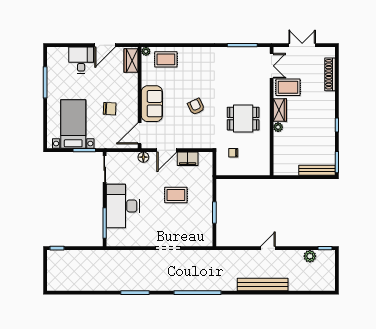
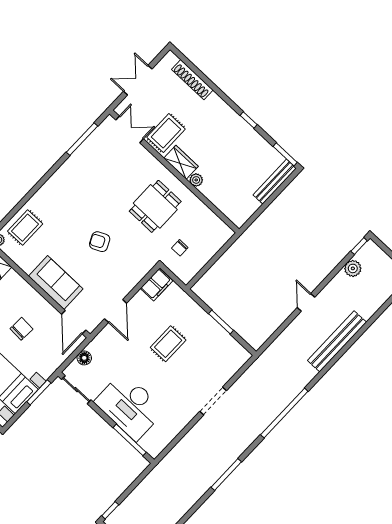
floor lamp: (143, 157) -> (84, 358), moved
filing cabinet: (188, 159) -> (156, 285), moved

